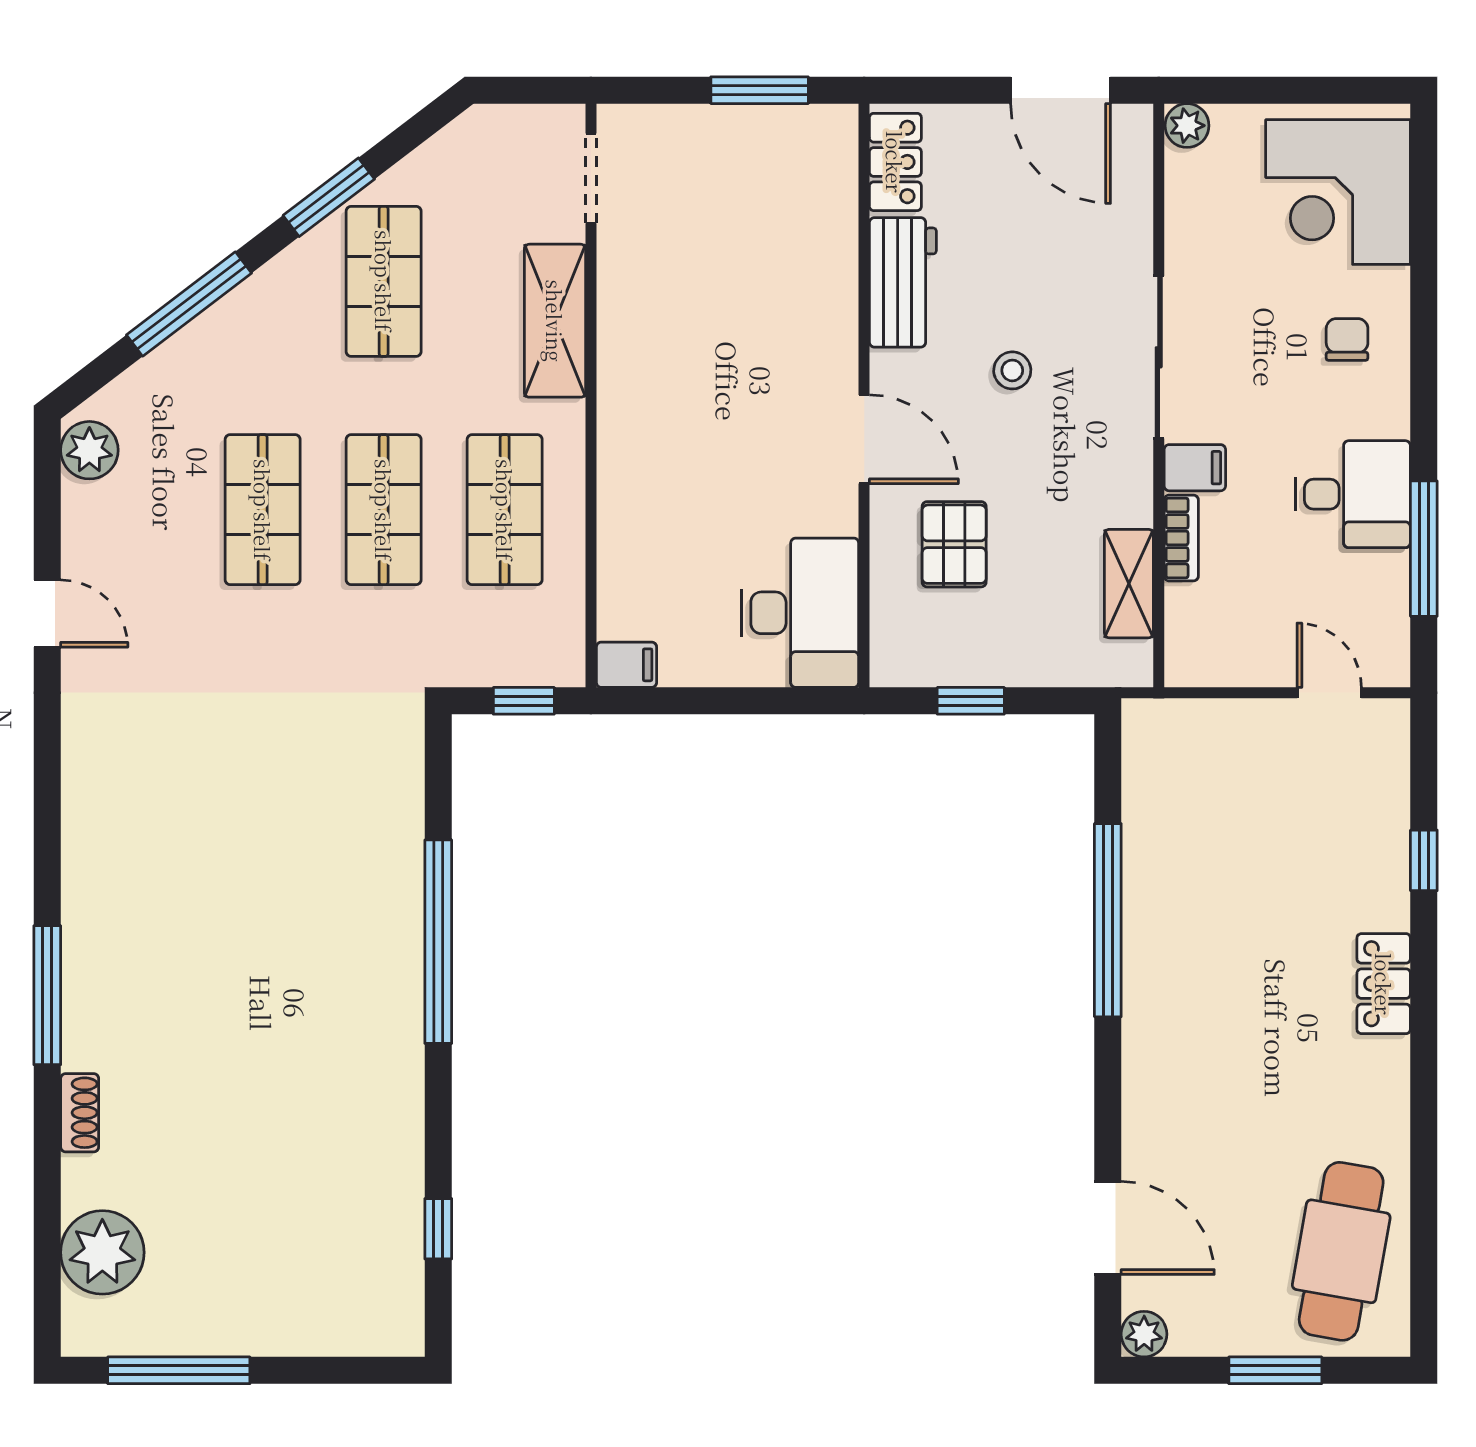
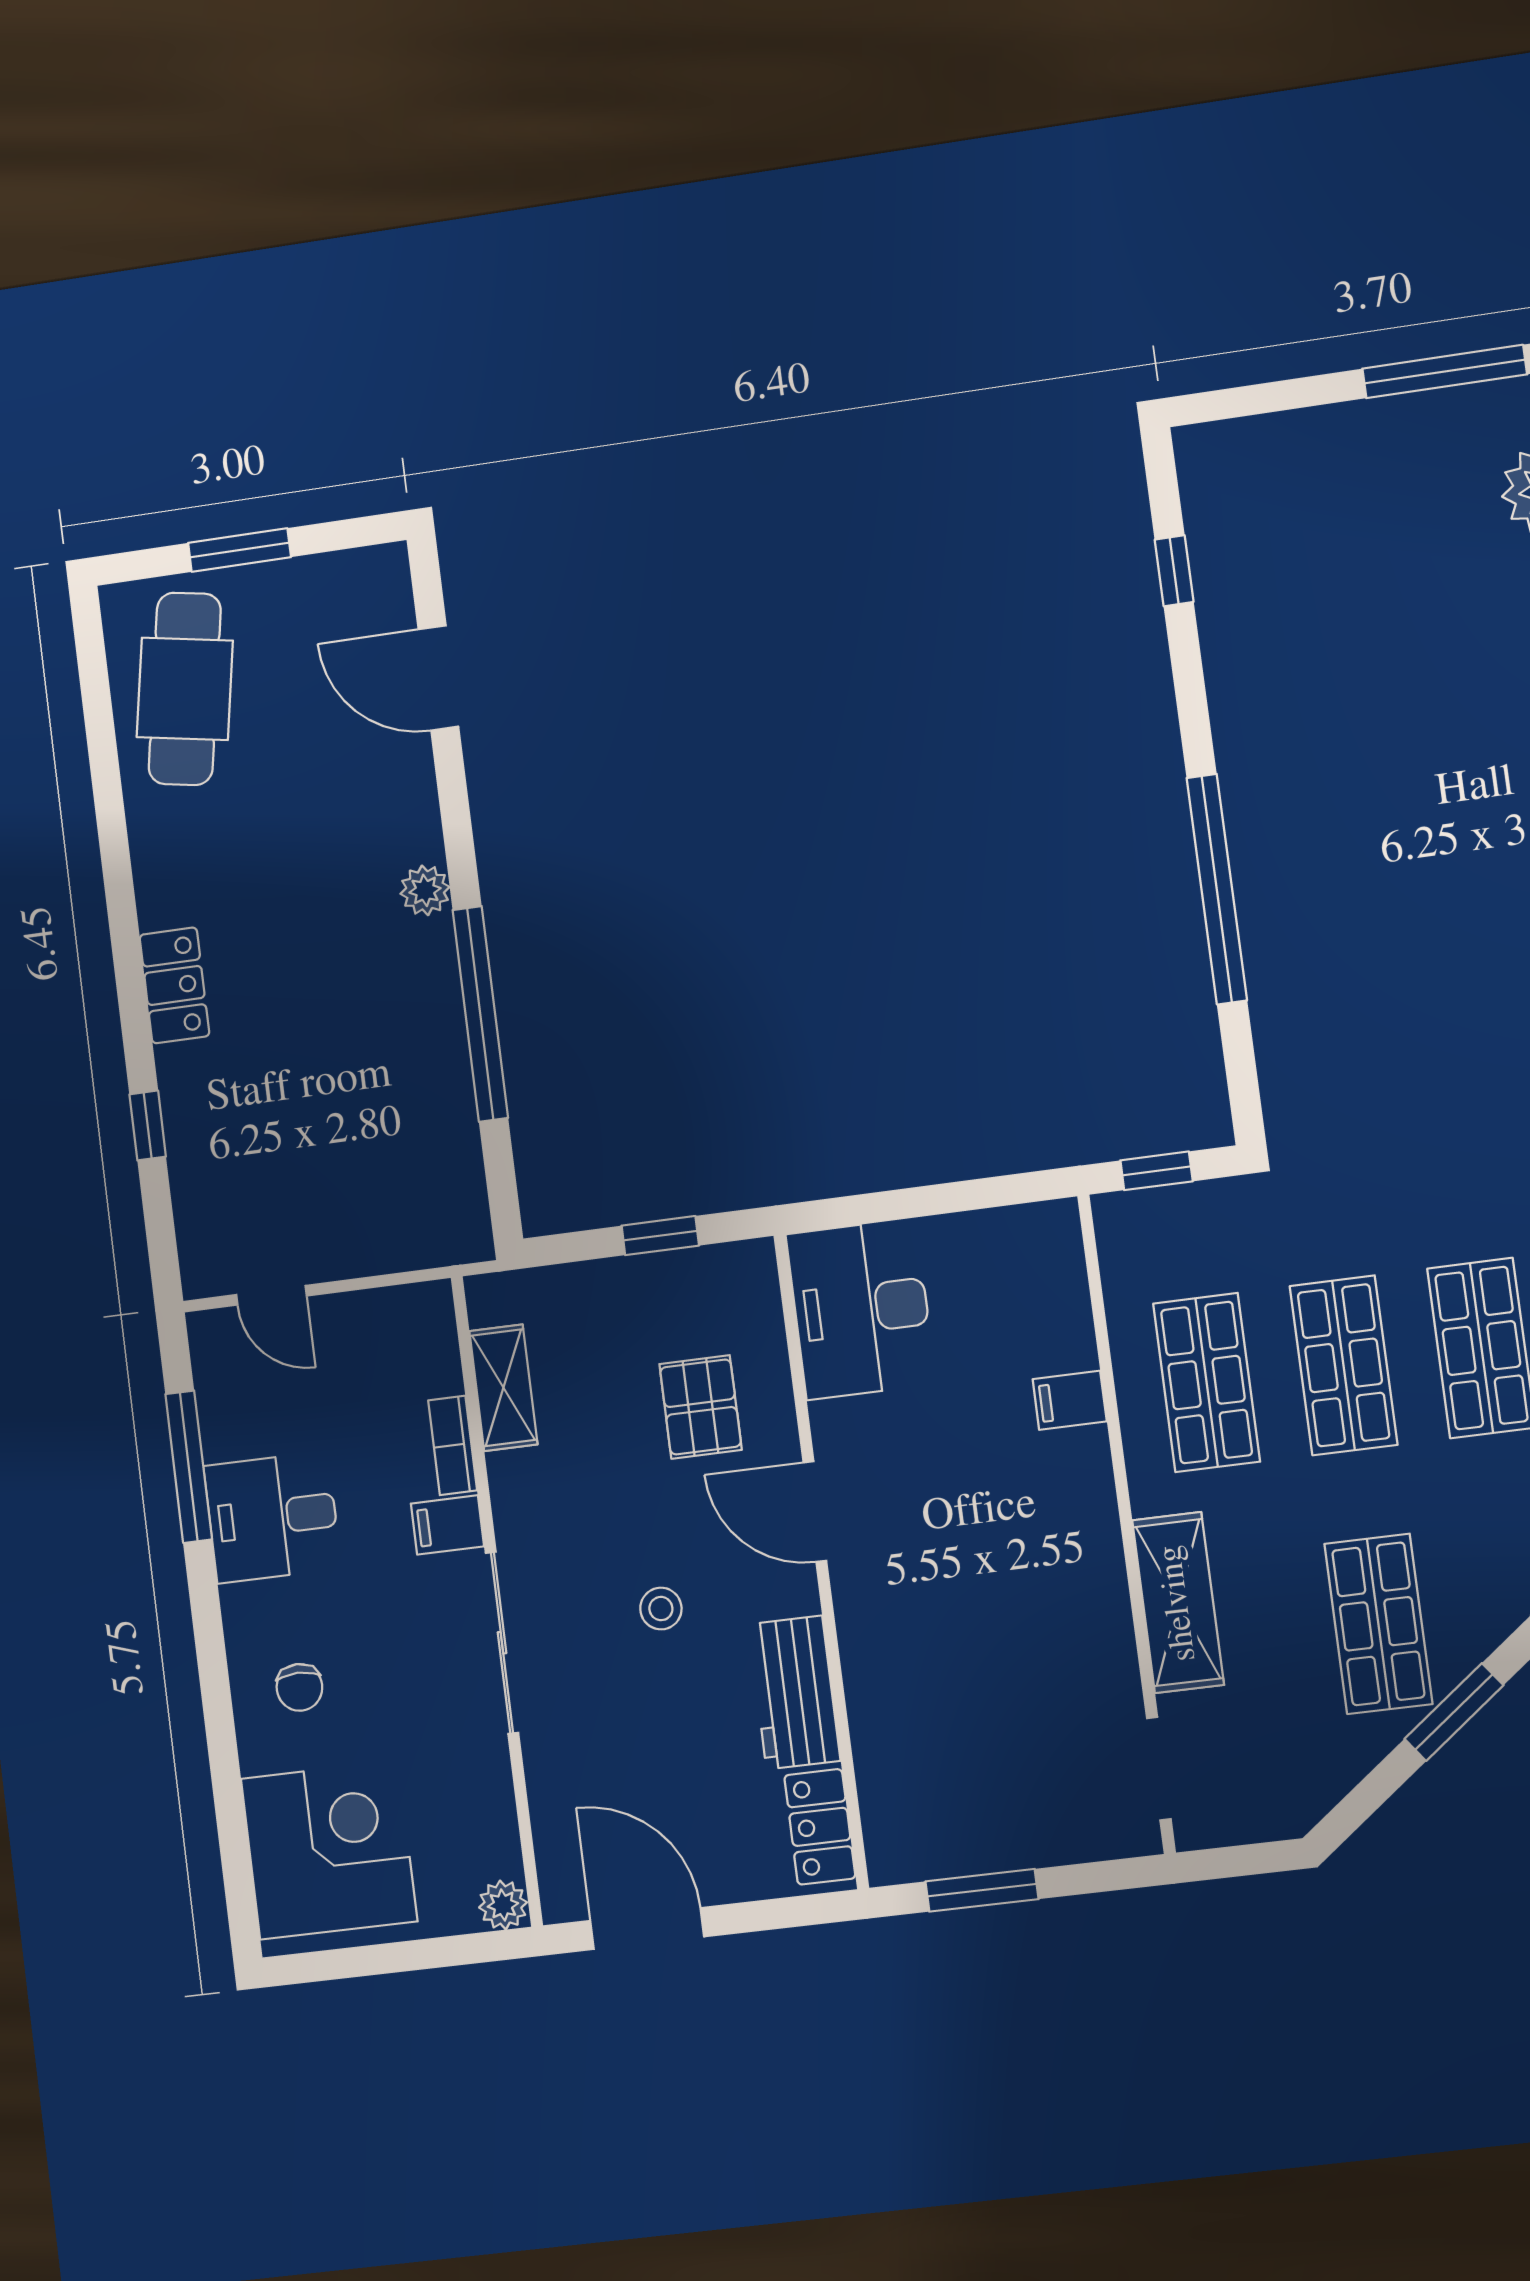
filing cabinet: (626, 665) -> (1070, 1400), moved
plant: (1144, 1334) -> (425, 890), moved

